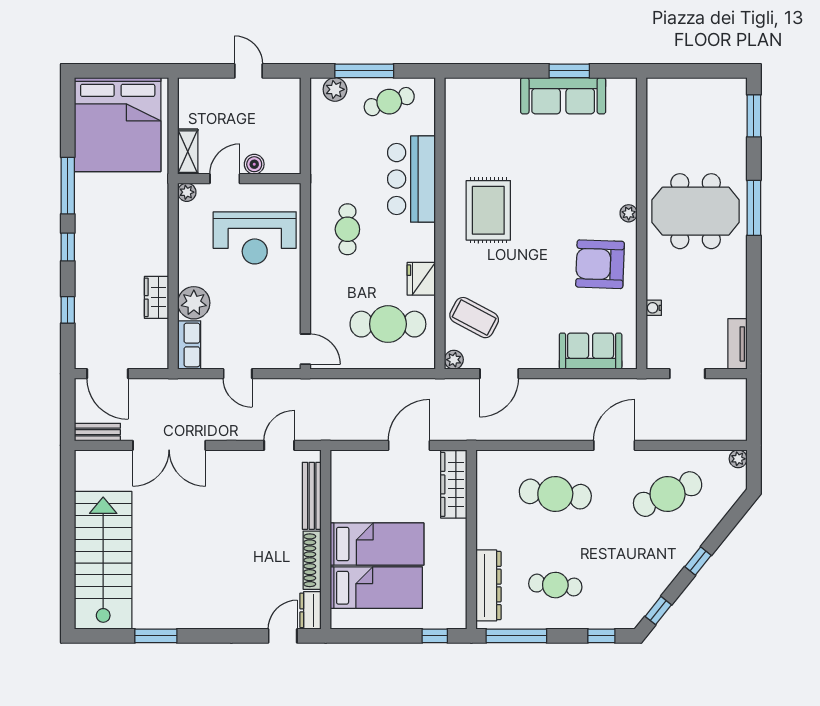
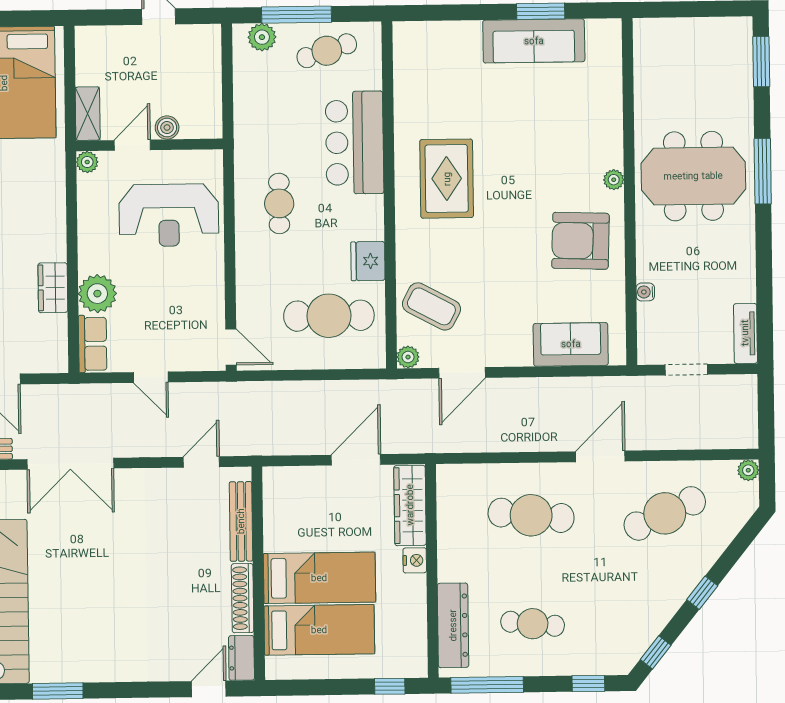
nightstand: (457, 530) -> (415, 560), added

